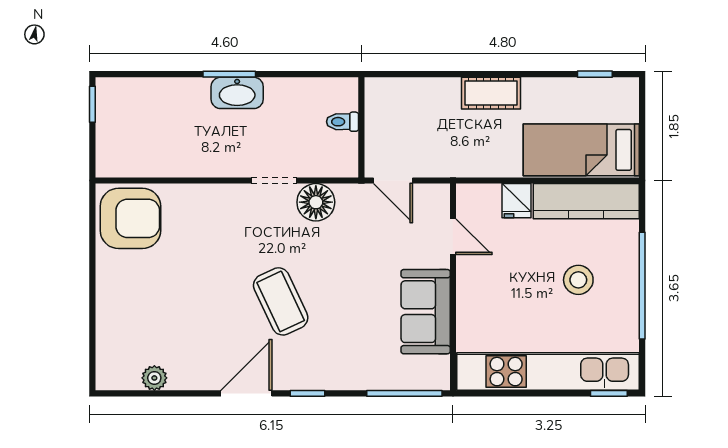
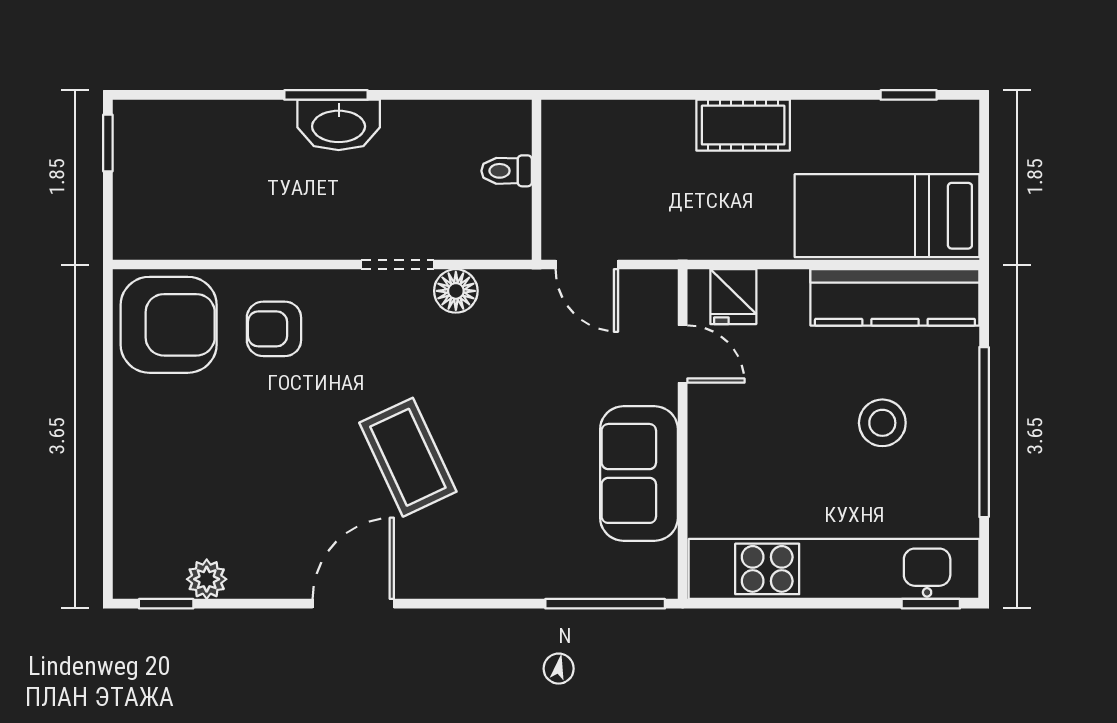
fridge: (516, 201) -> (733, 297), moved
floor lamp: (316, 202) -> (456, 291), width x0.73, depth x0.73
armchair: (197, 221) -> (274, 329), added
window: (307, 393) -> (166, 604), moved

